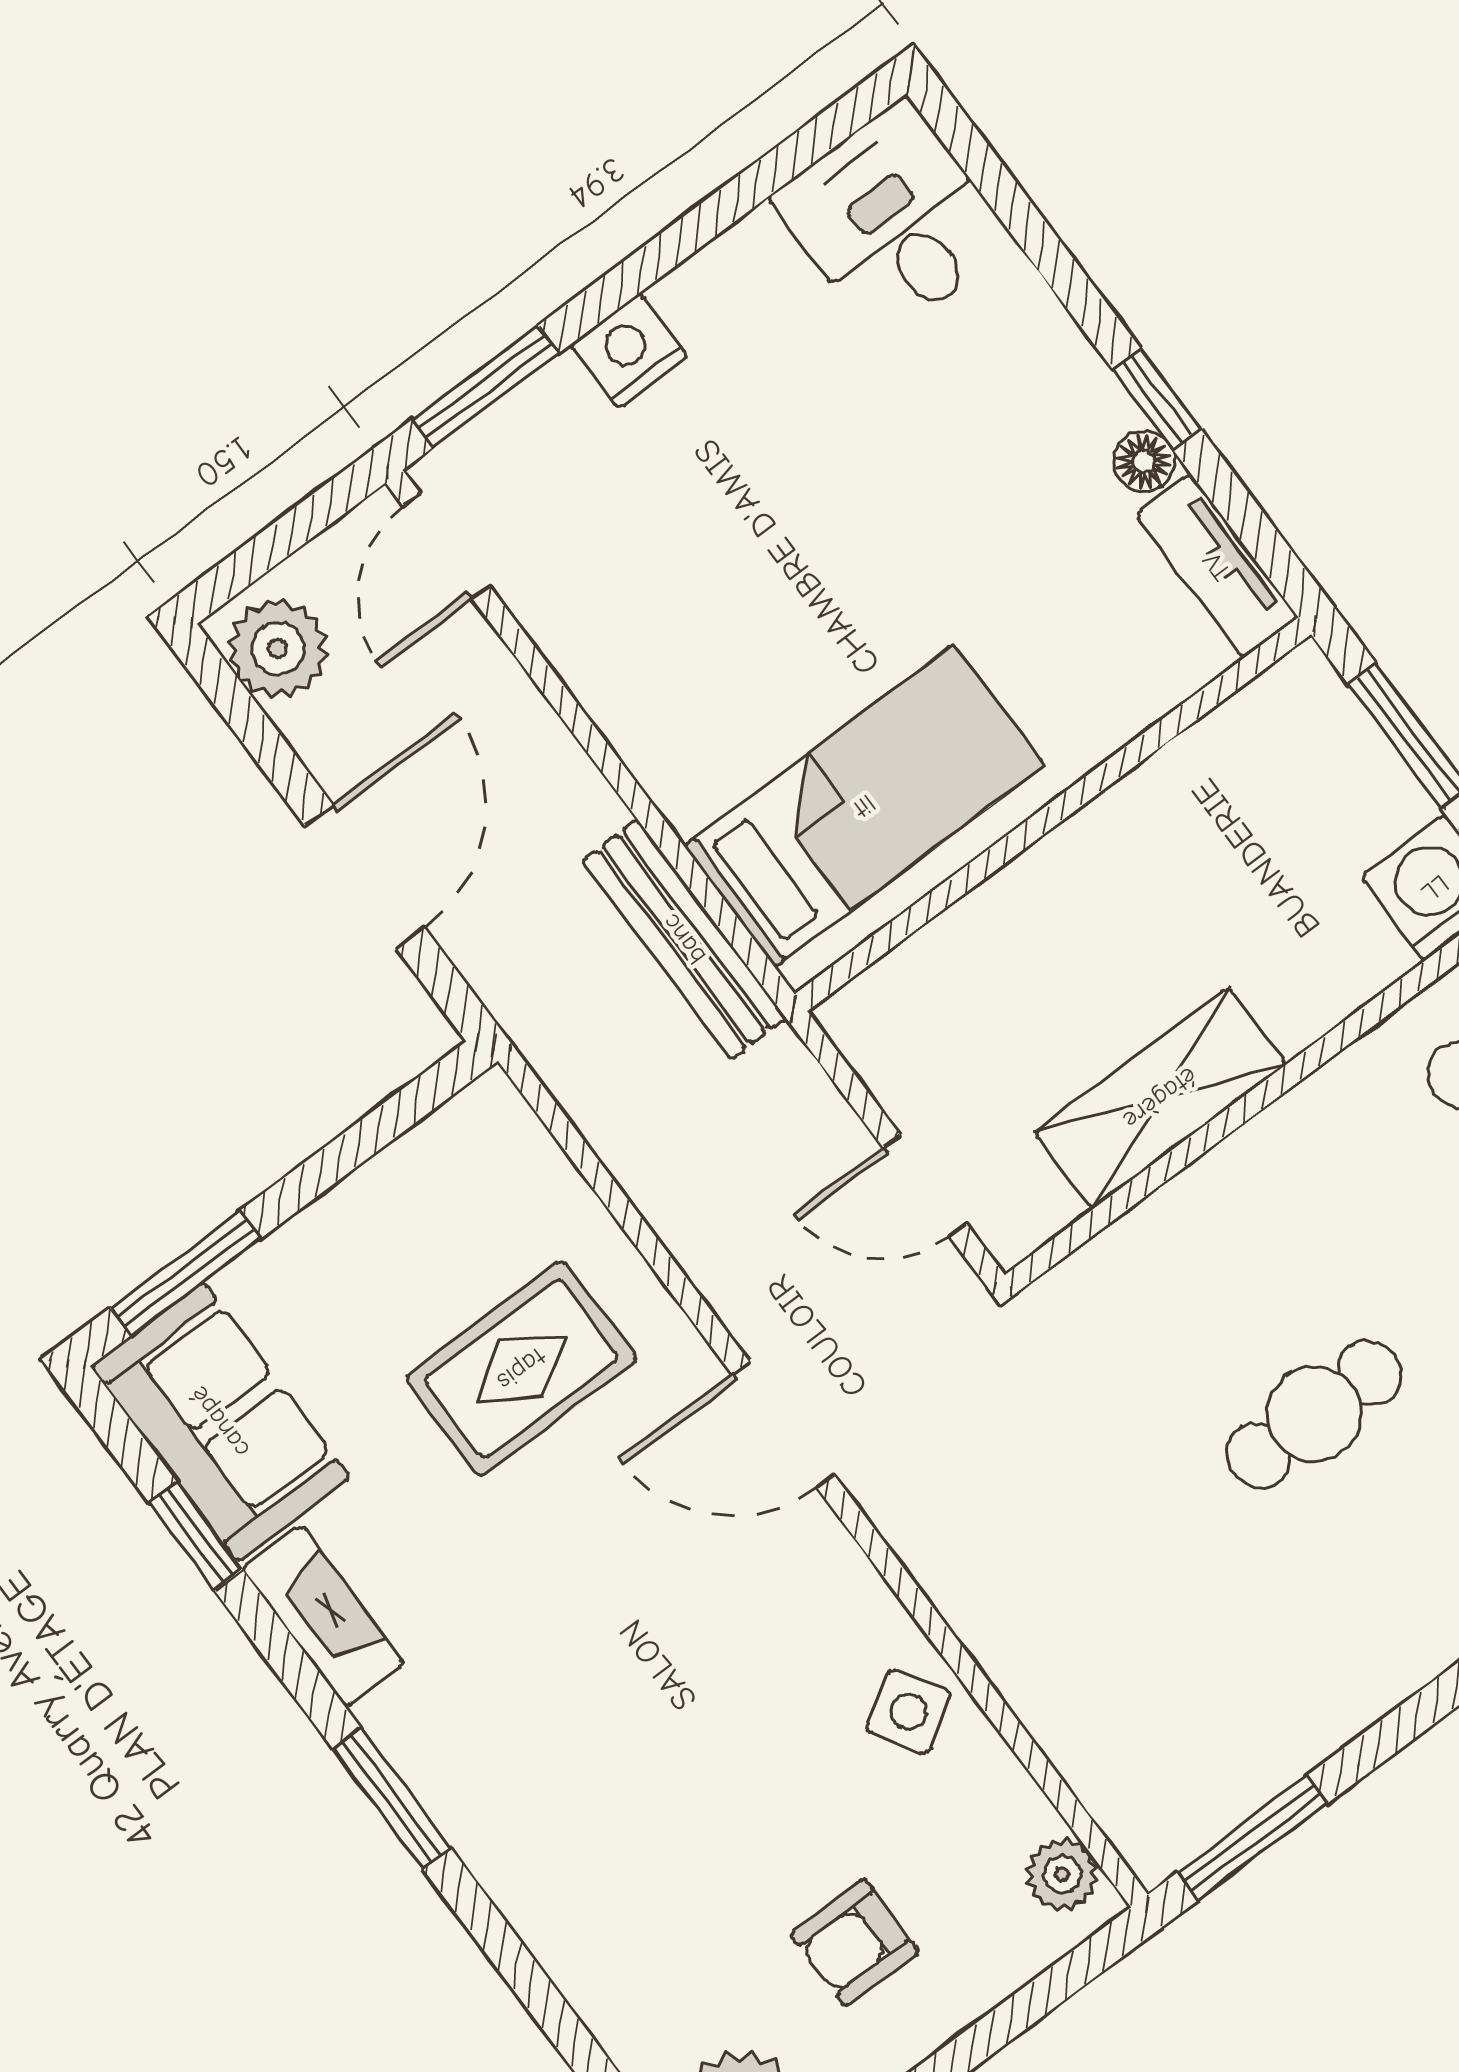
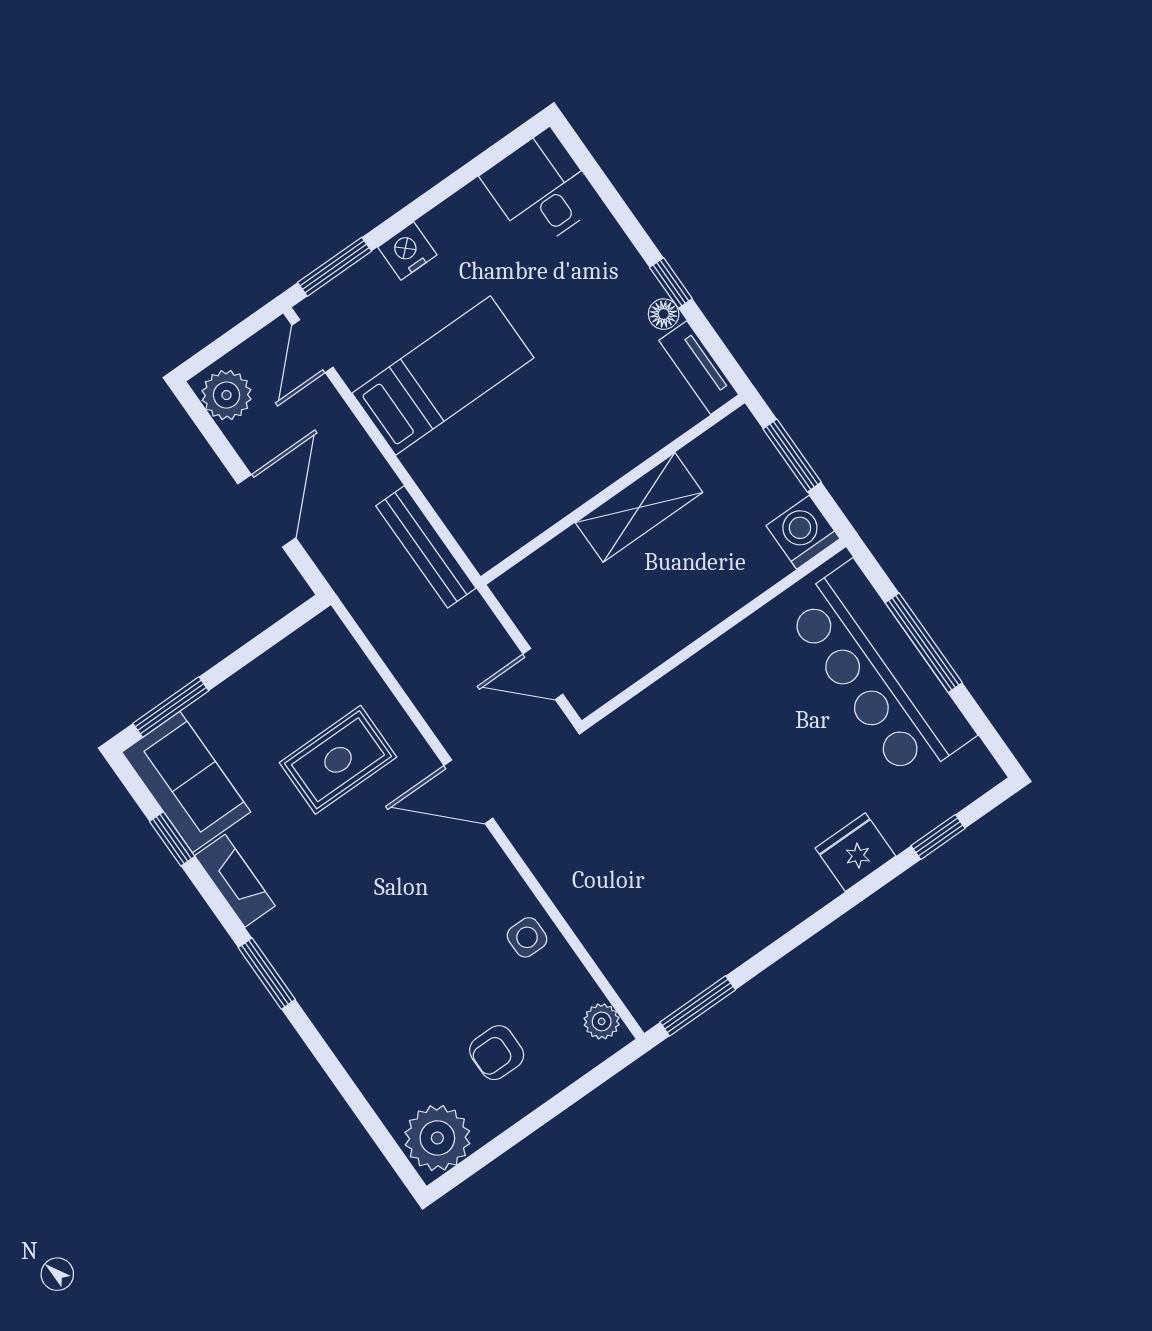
bed: (864, 806) -> (443, 375), moved
shelving: (1160, 1098) -> (639, 507), moved
cafe table: (1314, 1414) -> (735, 794), removed
side table: (909, 1711) -> (527, 937), turned 32

